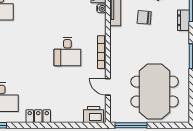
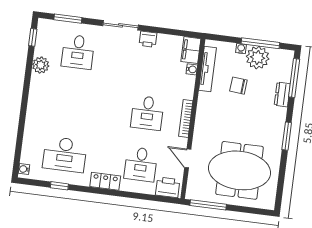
meeting table: (155, 92) -> (239, 170), turned 90
desk: (67, 97) -> (141, 164), added

